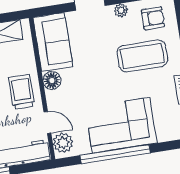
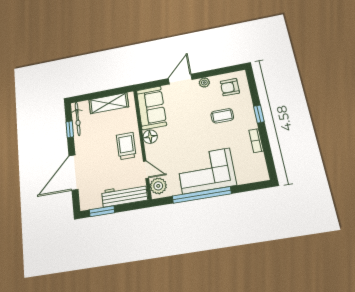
armchair: (153, 18) -> (230, 87), turned 180
coffee table: (142, 56) -> (222, 116), width x0.54, depth x0.58

